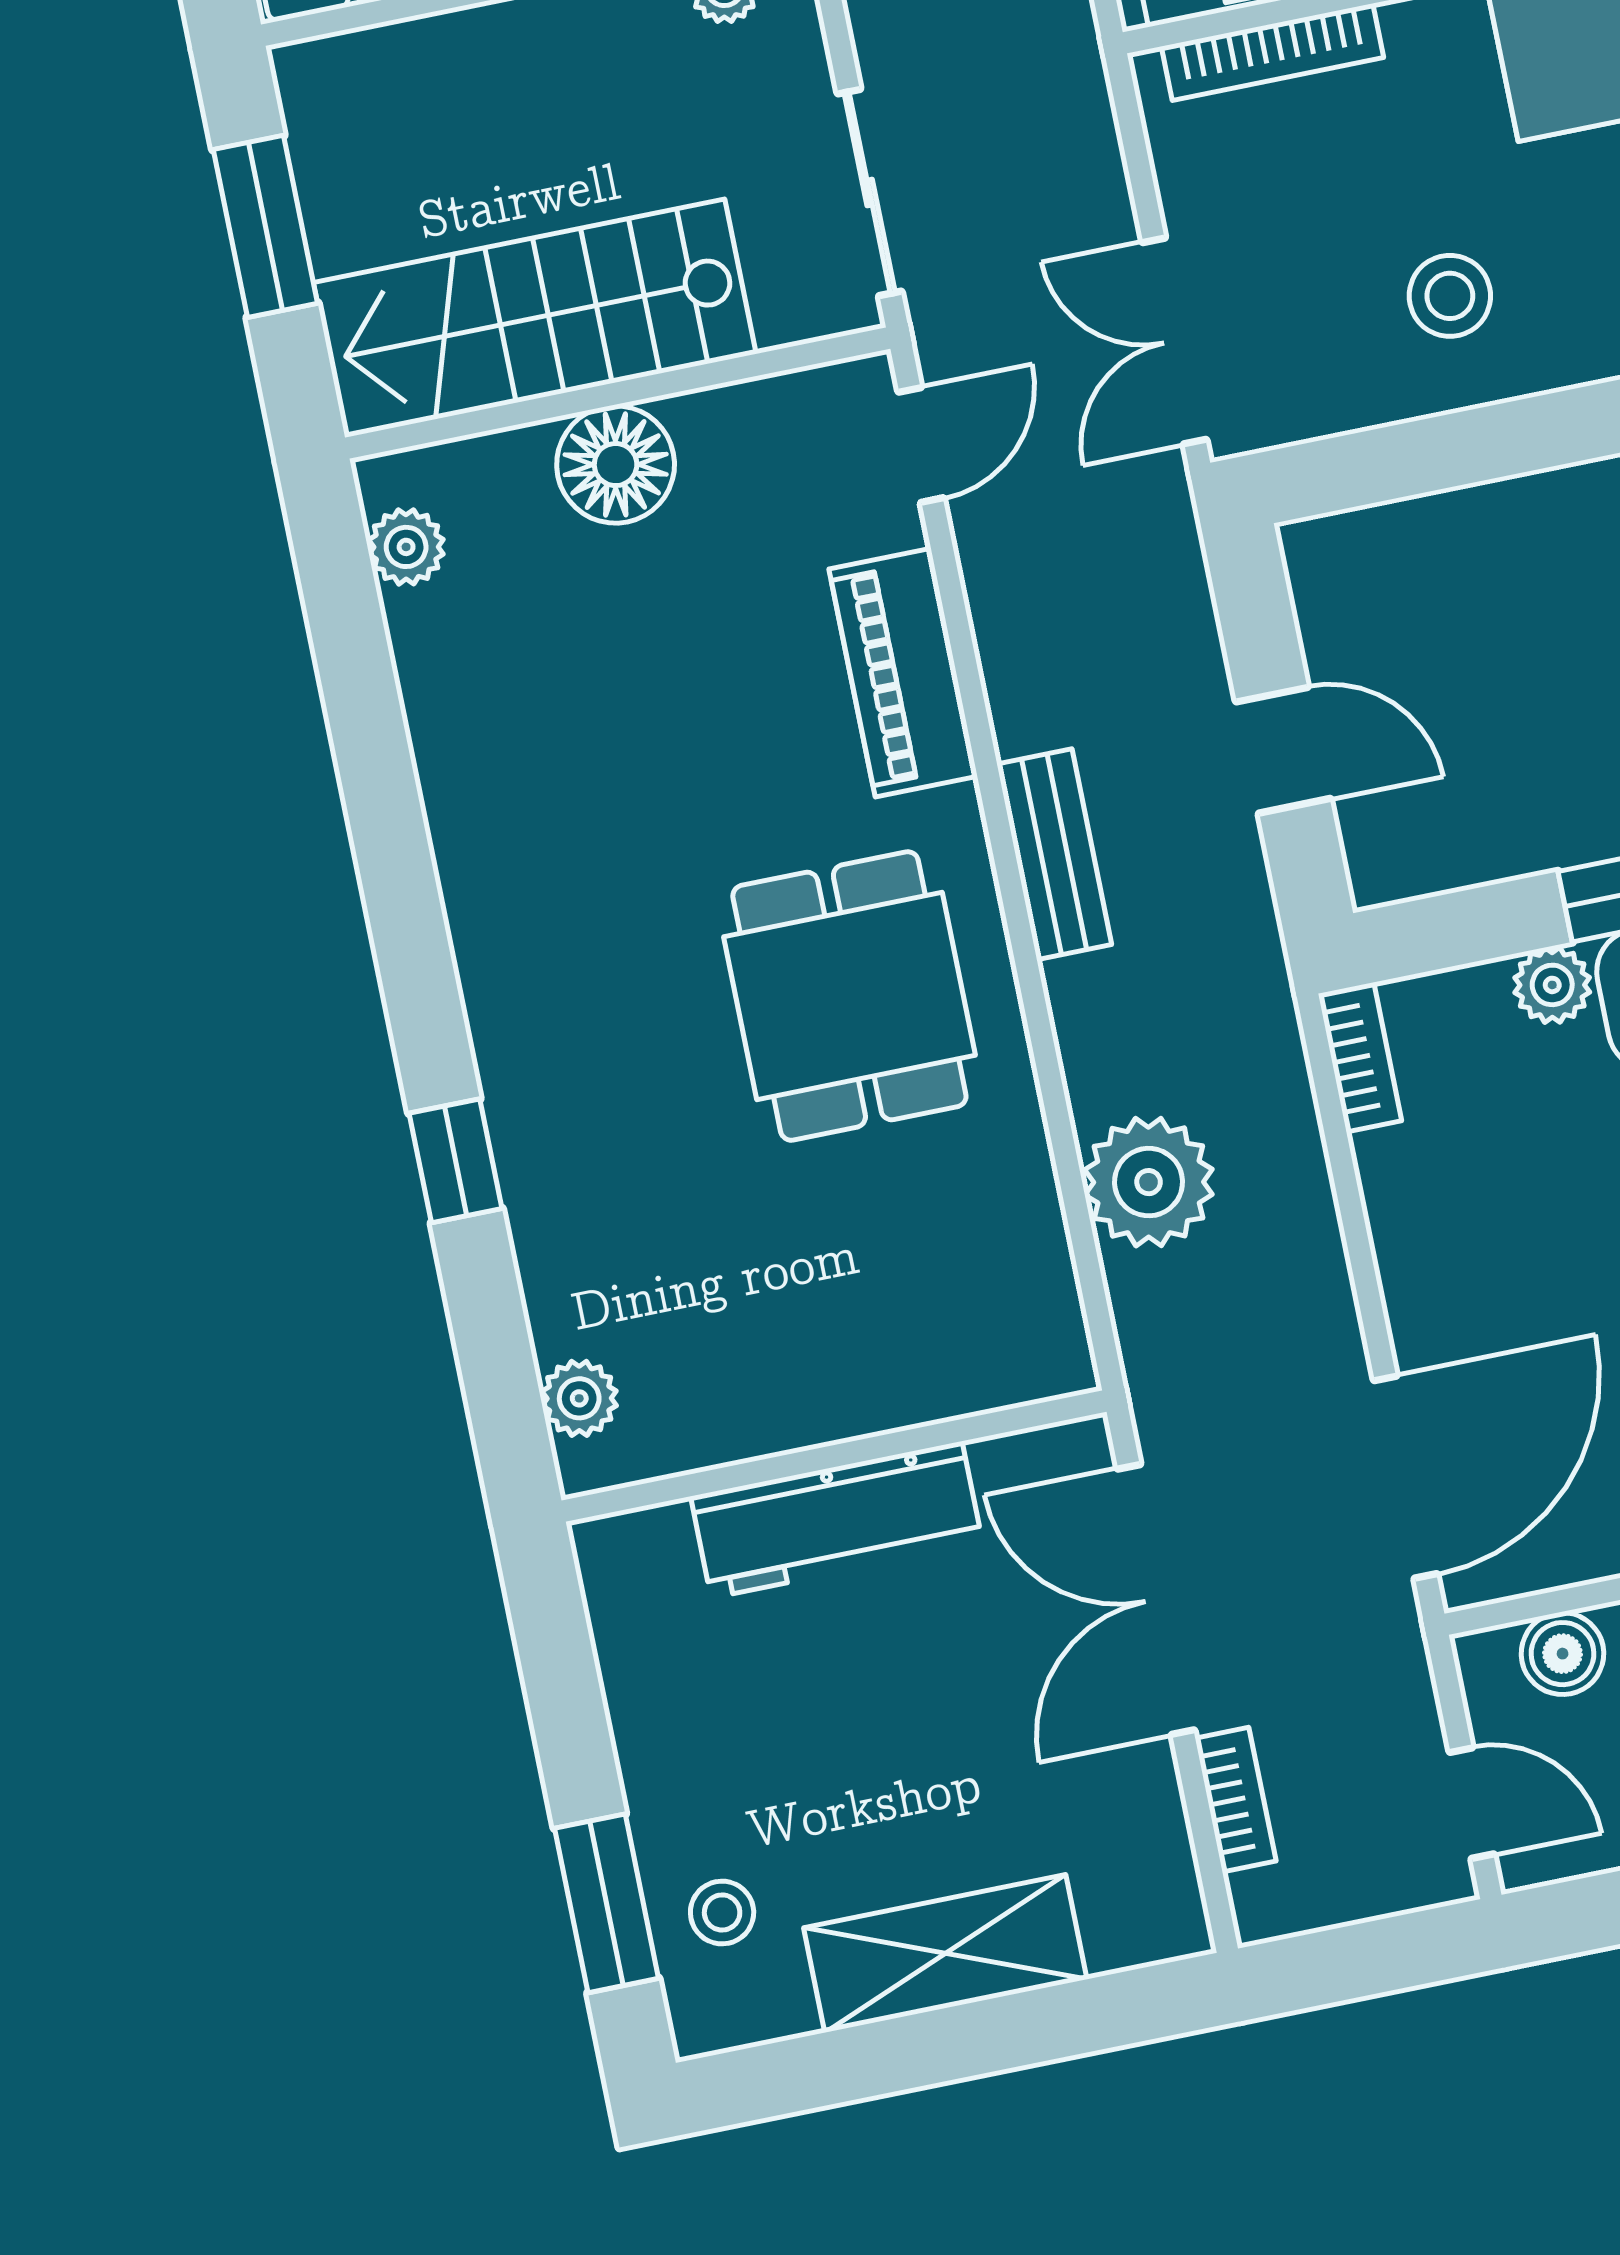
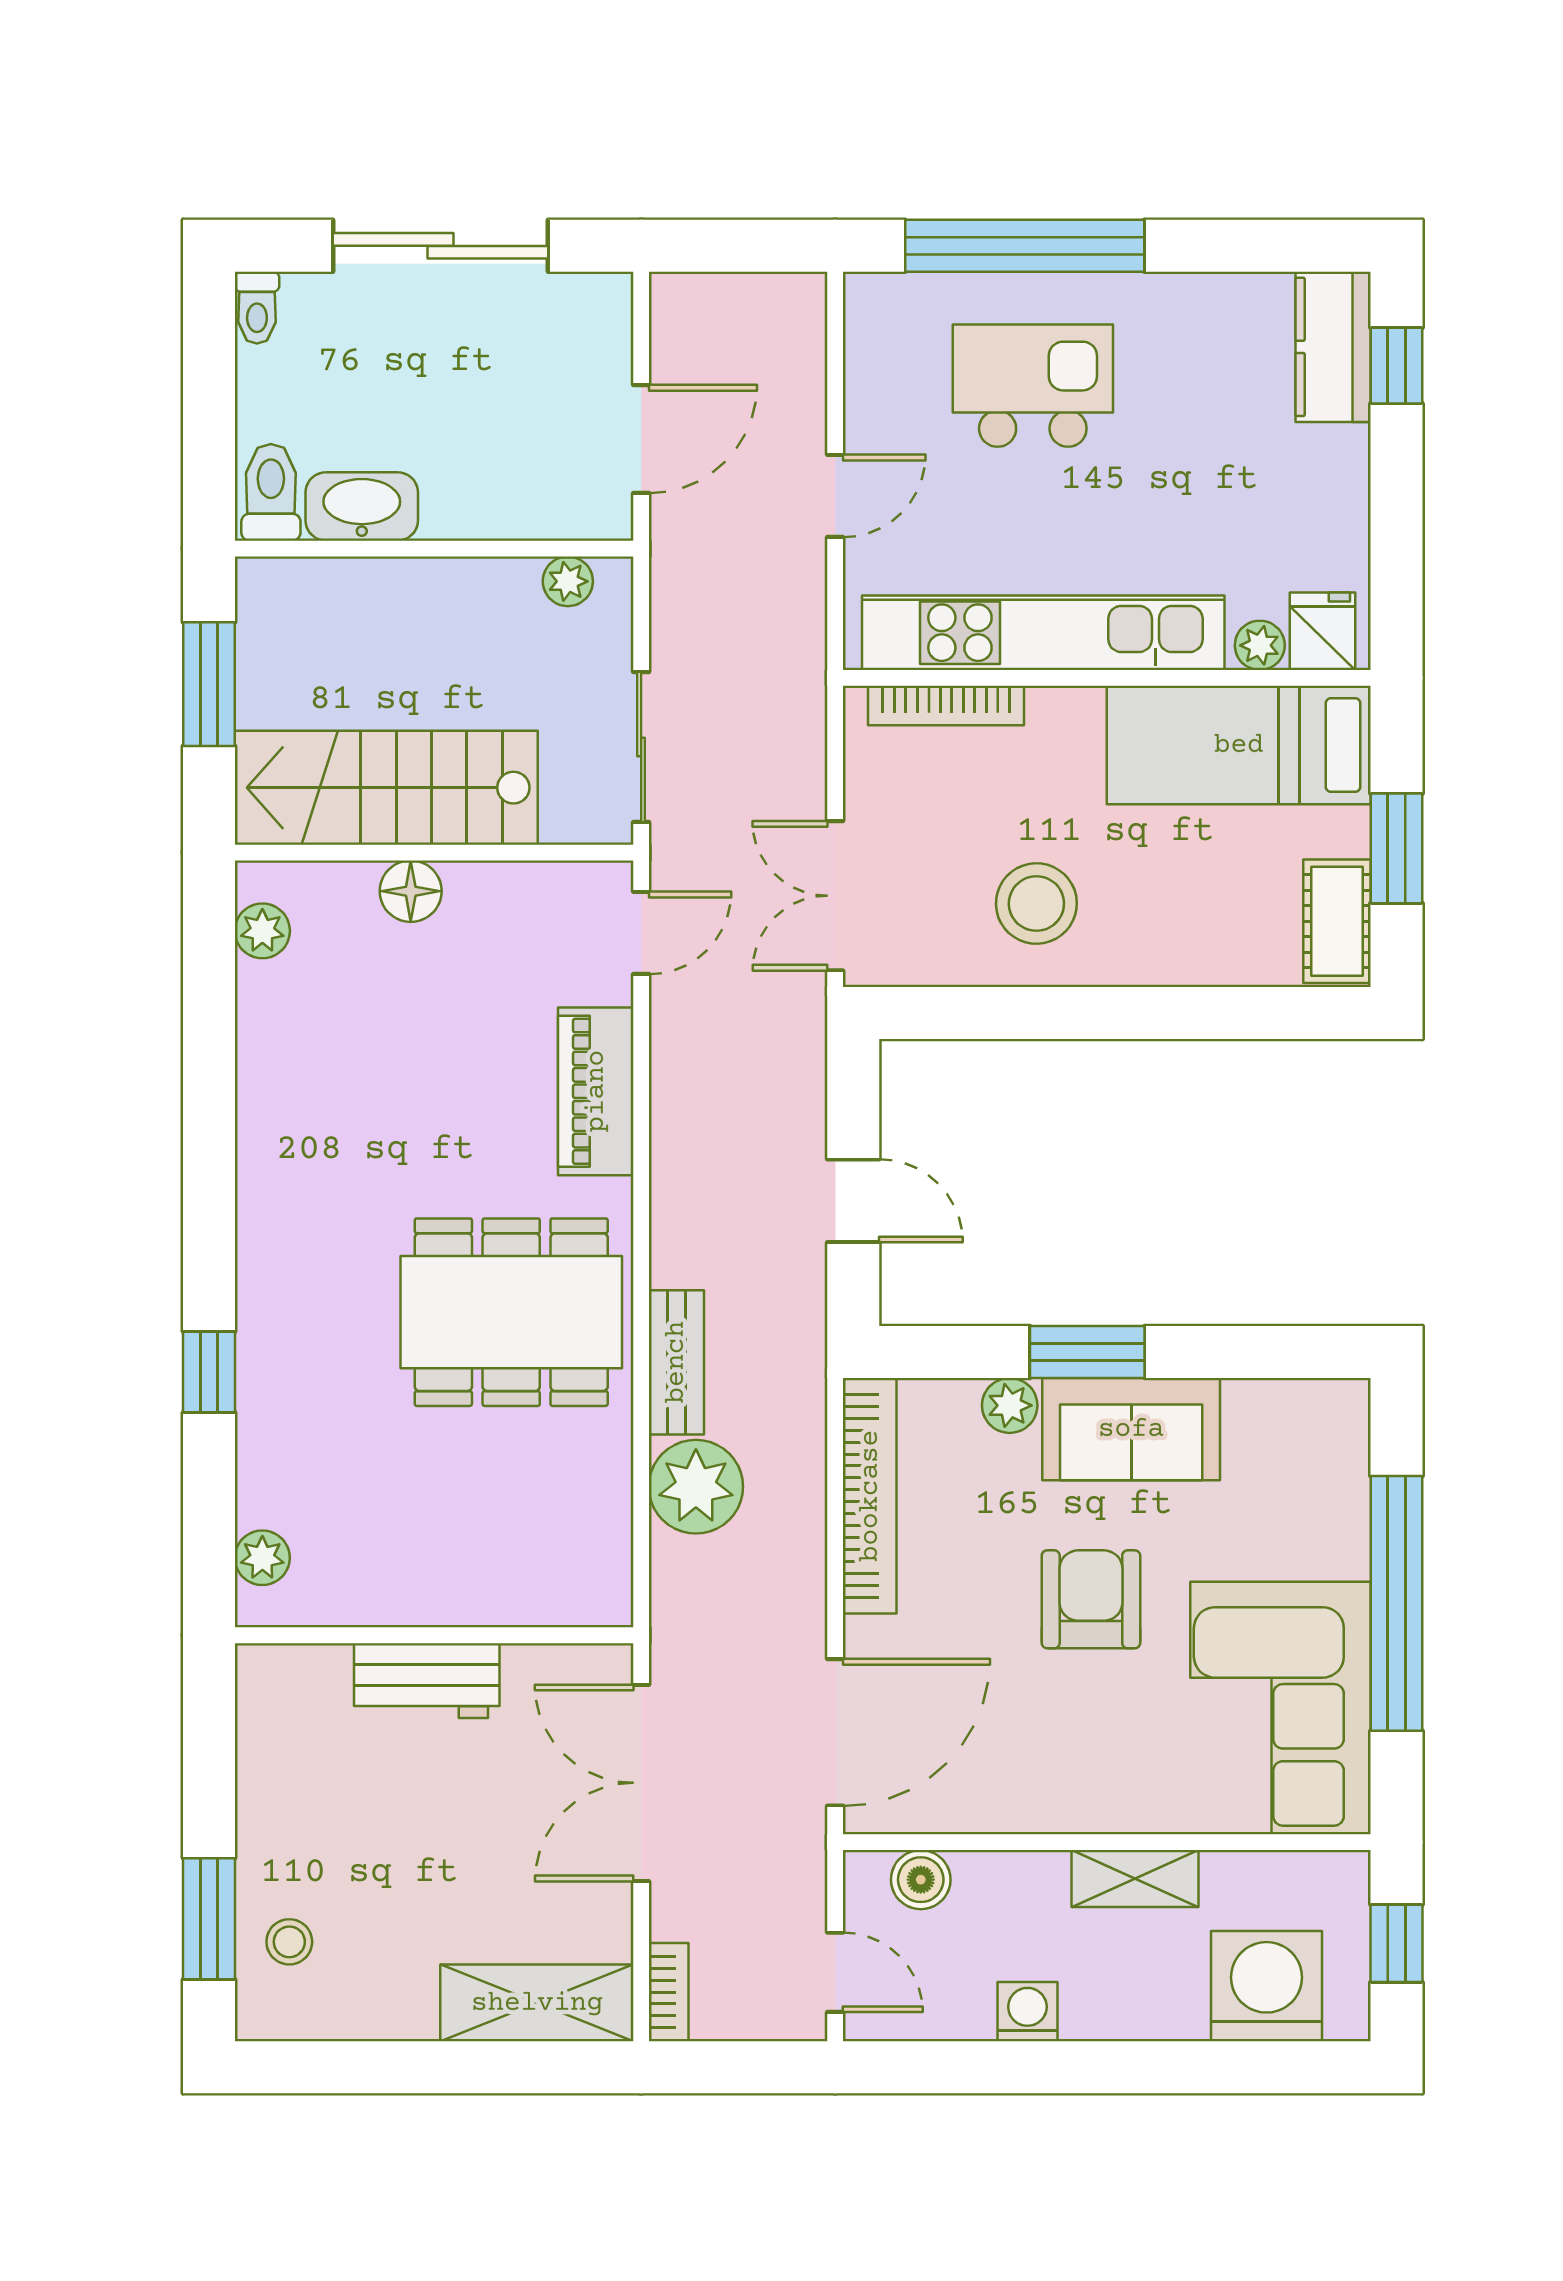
stool: (1450, 296) -> (1036, 903), width x1.38, depth x1.38
floor lamp: (616, 465) -> (411, 891), width x0.73, depth x0.73
bench: (1054, 854) -> (676, 1362), moved
dining table: (849, 996) -> (511, 1312), width x1.37
bookcase: (1360, 1057) -> (870, 1496), width x2.31, depth x1.31
workbench: (837, 1520) -> (427, 1681), width x0.73
bookcase: (1236, 1800) -> (669, 1992), moved
shelving: (945, 1953) -> (537, 2003), moved

